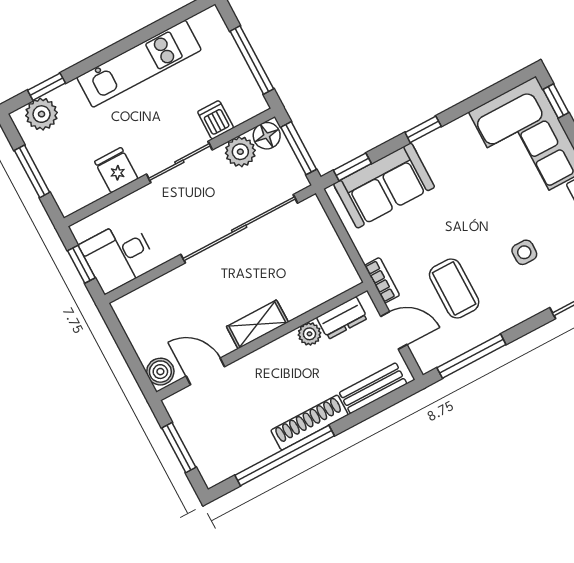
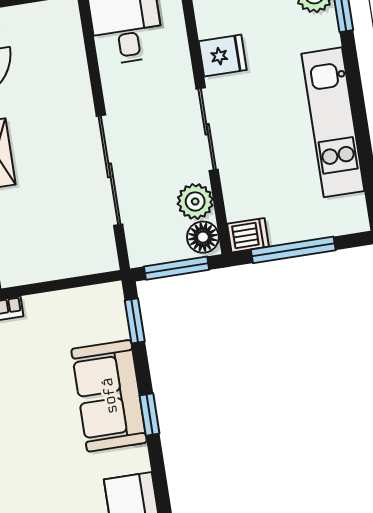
dishwasher: (216, 120) -> (248, 235), moved
sofa: (384, 186) -> (109, 396), moved
sliding door: (239, 229) -> (110, 170), width x0.73

